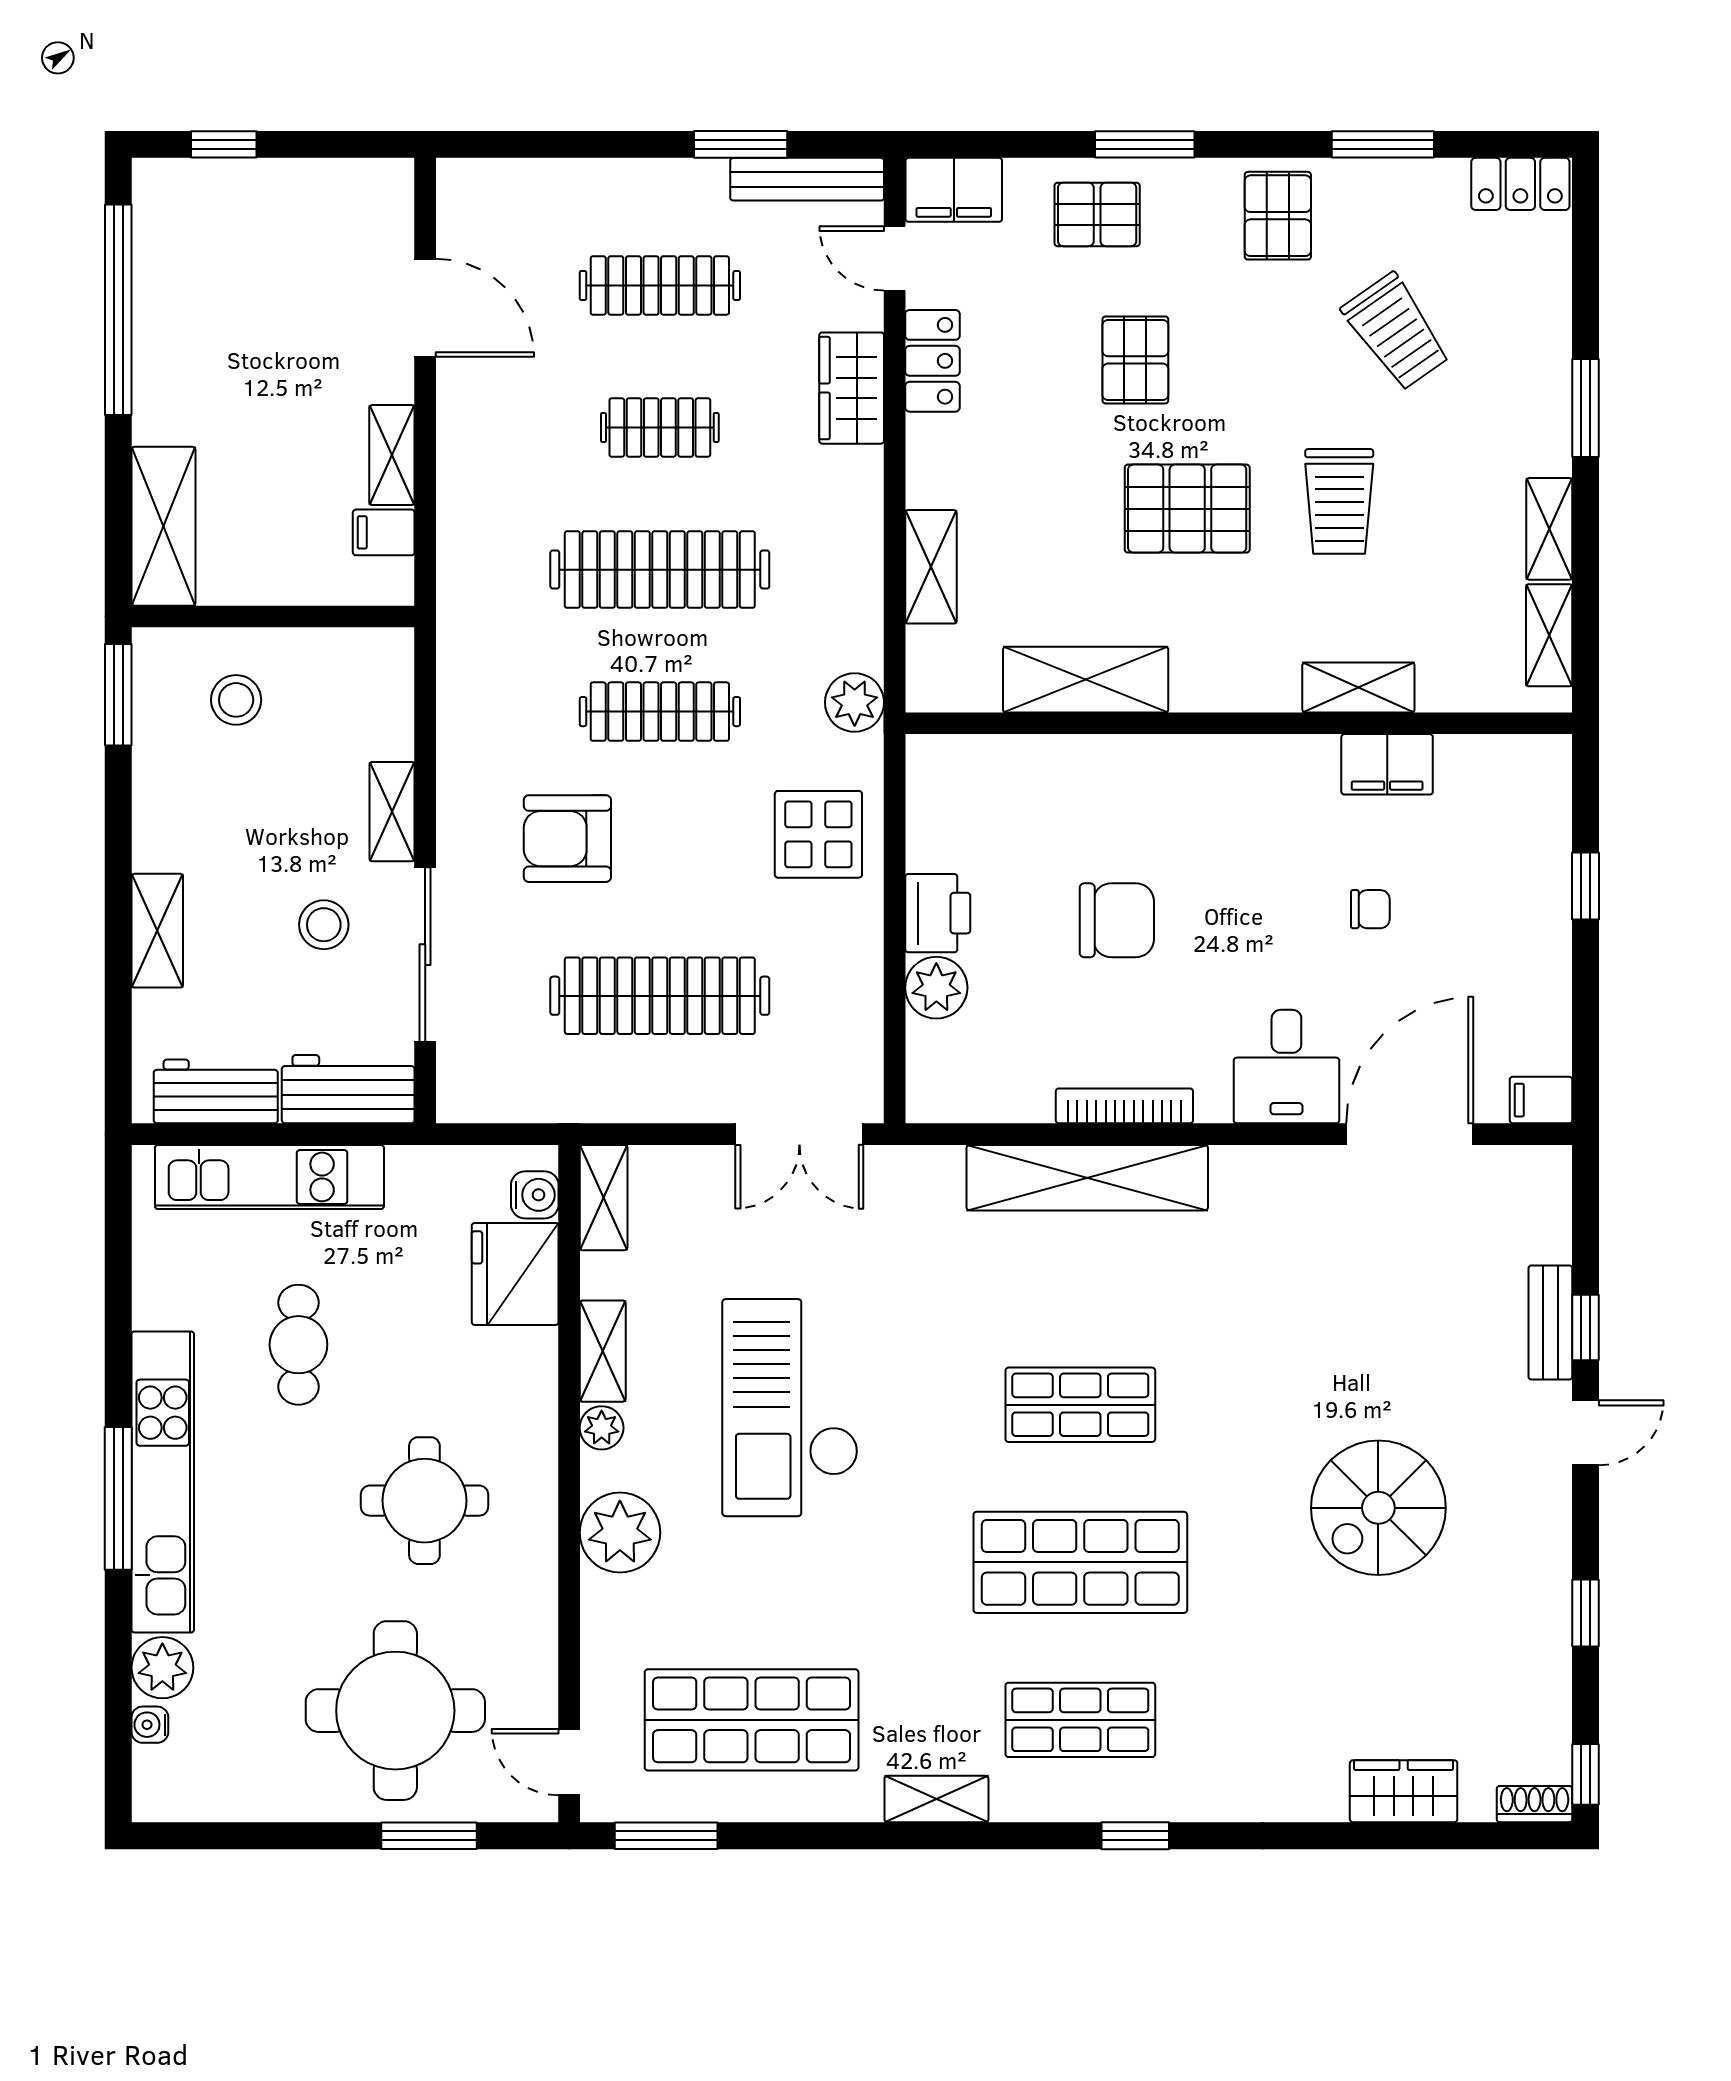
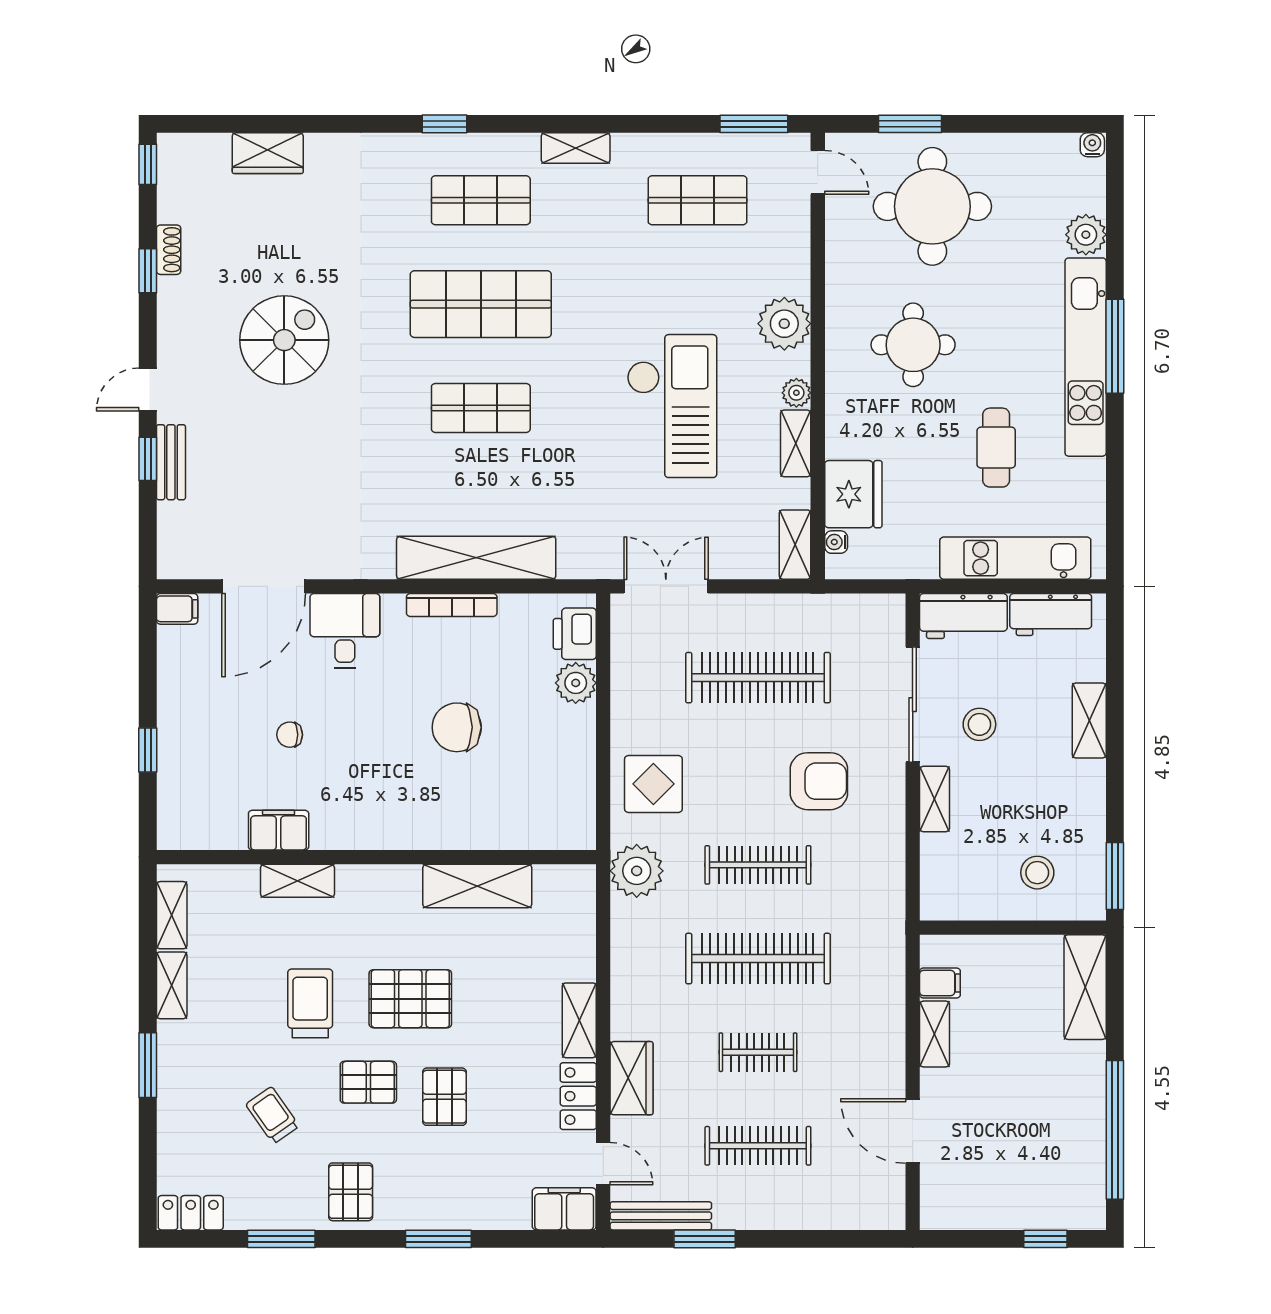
pallet: (1097, 214) -> (368, 1082), moved
trolley: (1396, 332) -> (273, 1115), width x0.73, depth x0.72
shelving: (931, 567) -> (579, 1020), moved
plant: (855, 702) -> (637, 871), width x1.36, depth x1.36
printer: (938, 913) -> (575, 634), moved
water cooler: (535, 1195) -> (836, 542), width x0.72, depth x0.72
shop shelf: (752, 1720) -> (697, 200), width x0.70, depth x0.74
water cooler: (150, 1725) -> (1092, 145), moved, turned -90
shoe rack: (1535, 1804) -> (169, 250), moved, turned -90

